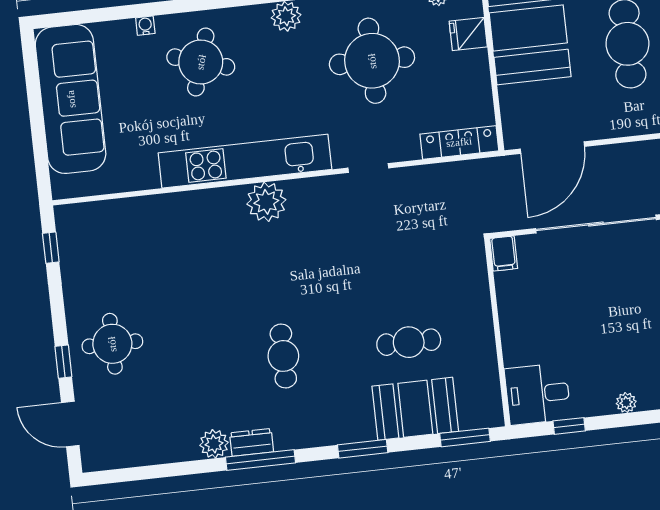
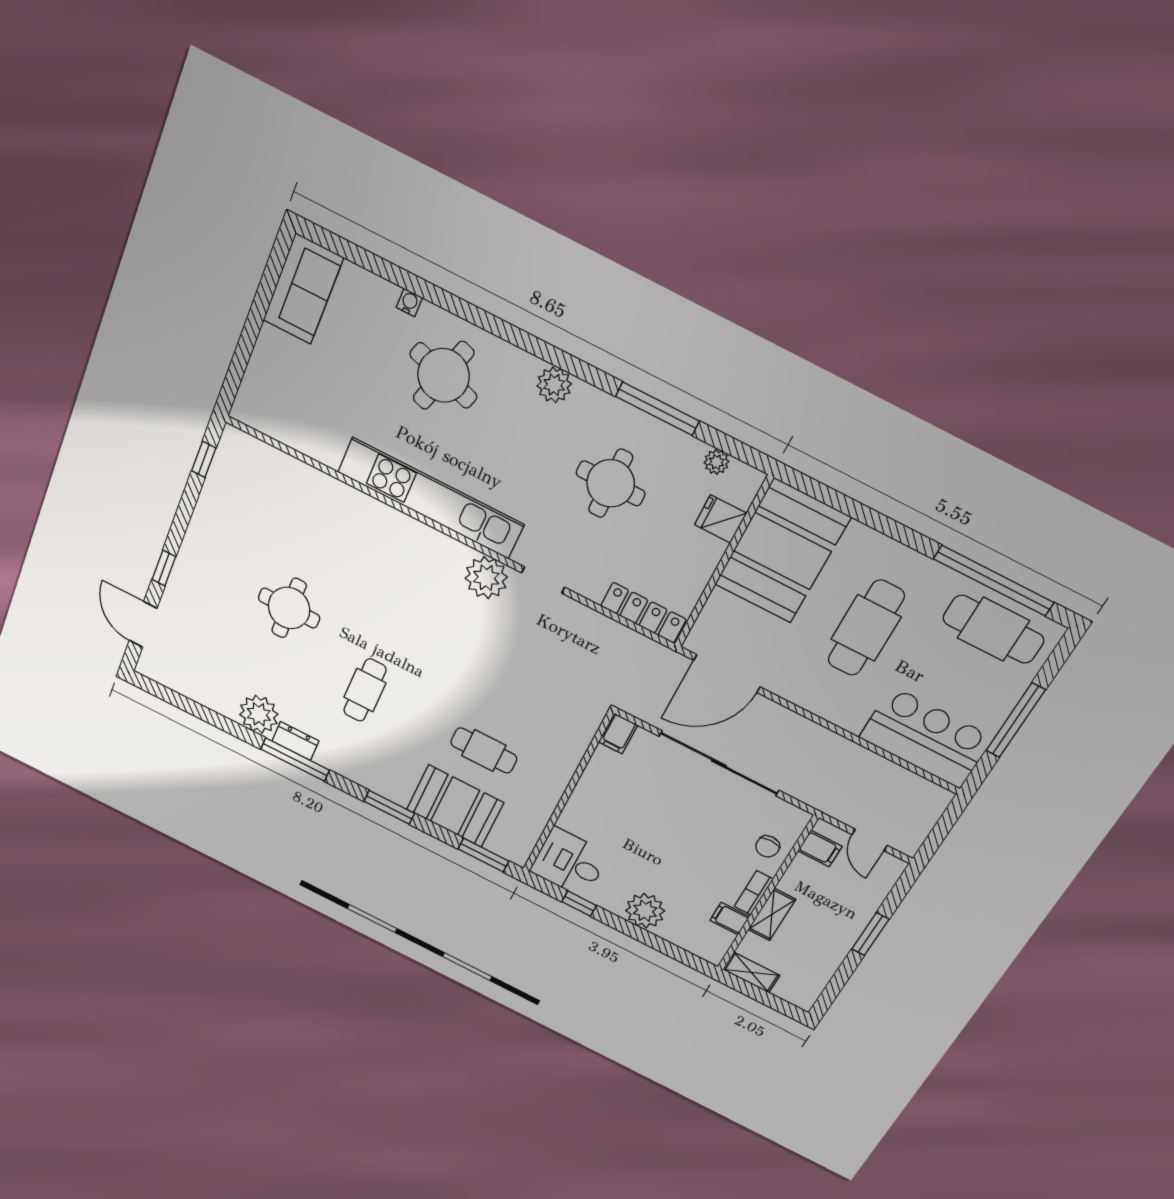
round table: (372, 61) -> (611, 483), width x0.73, depth x0.73
sofa: (71, 99) -> (303, 289), width x0.54, depth x0.79
plant: (266, 202) -> (486, 578), moved
round table: (112, 344) -> (289, 608), moved
plant: (626, 403) -> (645, 911), width x1.88, depth x1.88
plant: (214, 444) -> (259, 714), width x1.36, depth x1.36

